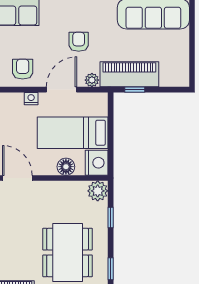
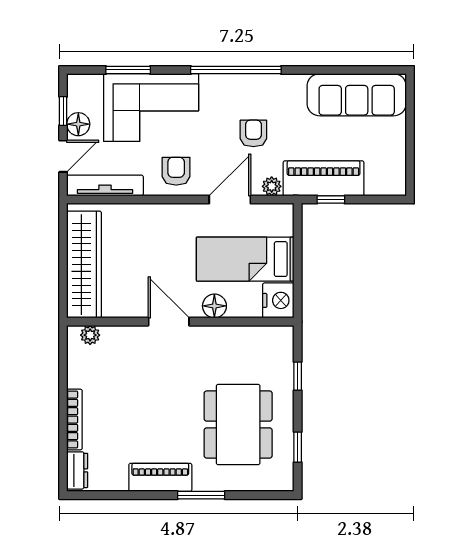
nightstand: (31, 99) -> (188, 212), removed
floor lamp: (66, 167) -> (214, 306), moved
plant: (98, 191) -> (280, 339), removed

